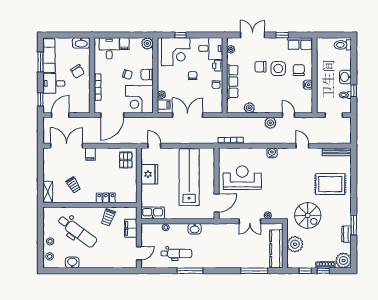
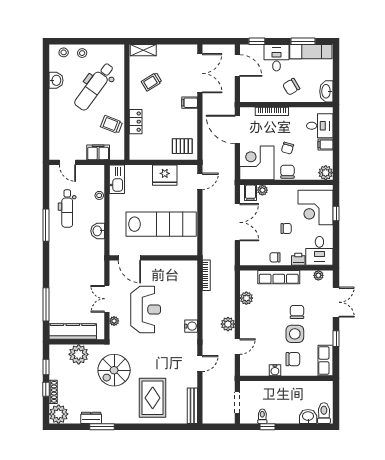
washbasin: (345, 77) -> (308, 416), moved
reception desk: (242, 178) -> (146, 309), moved

